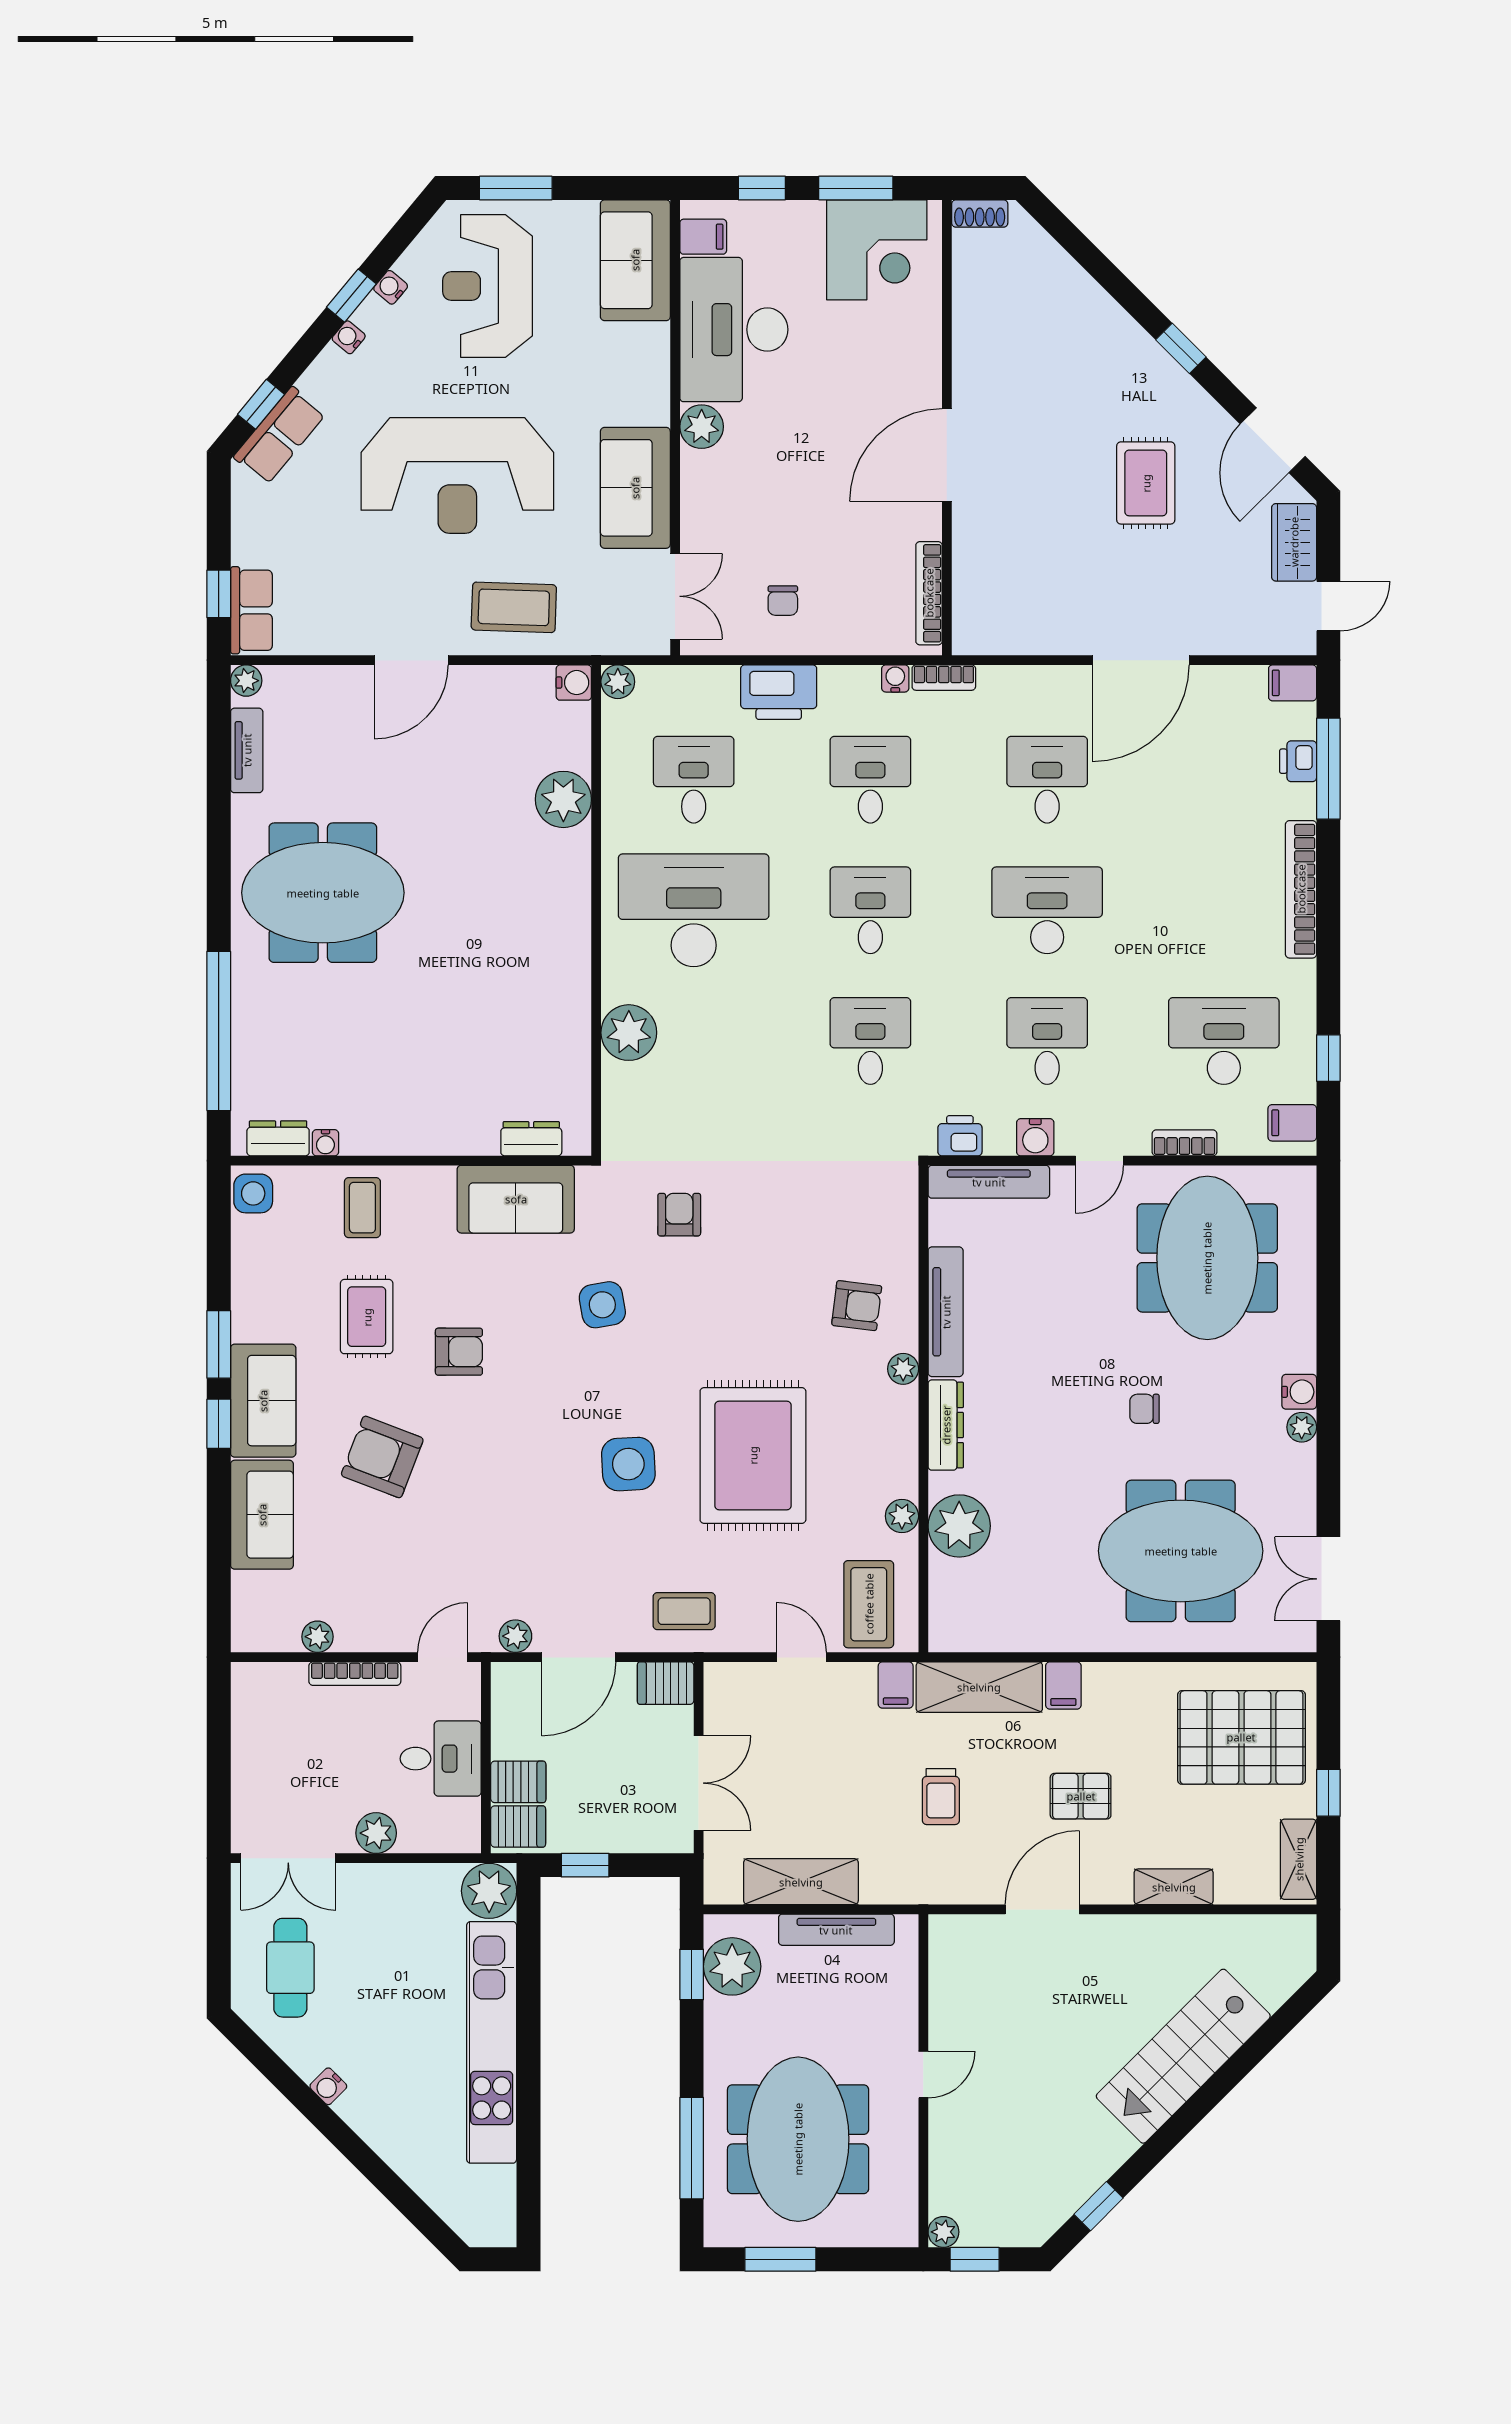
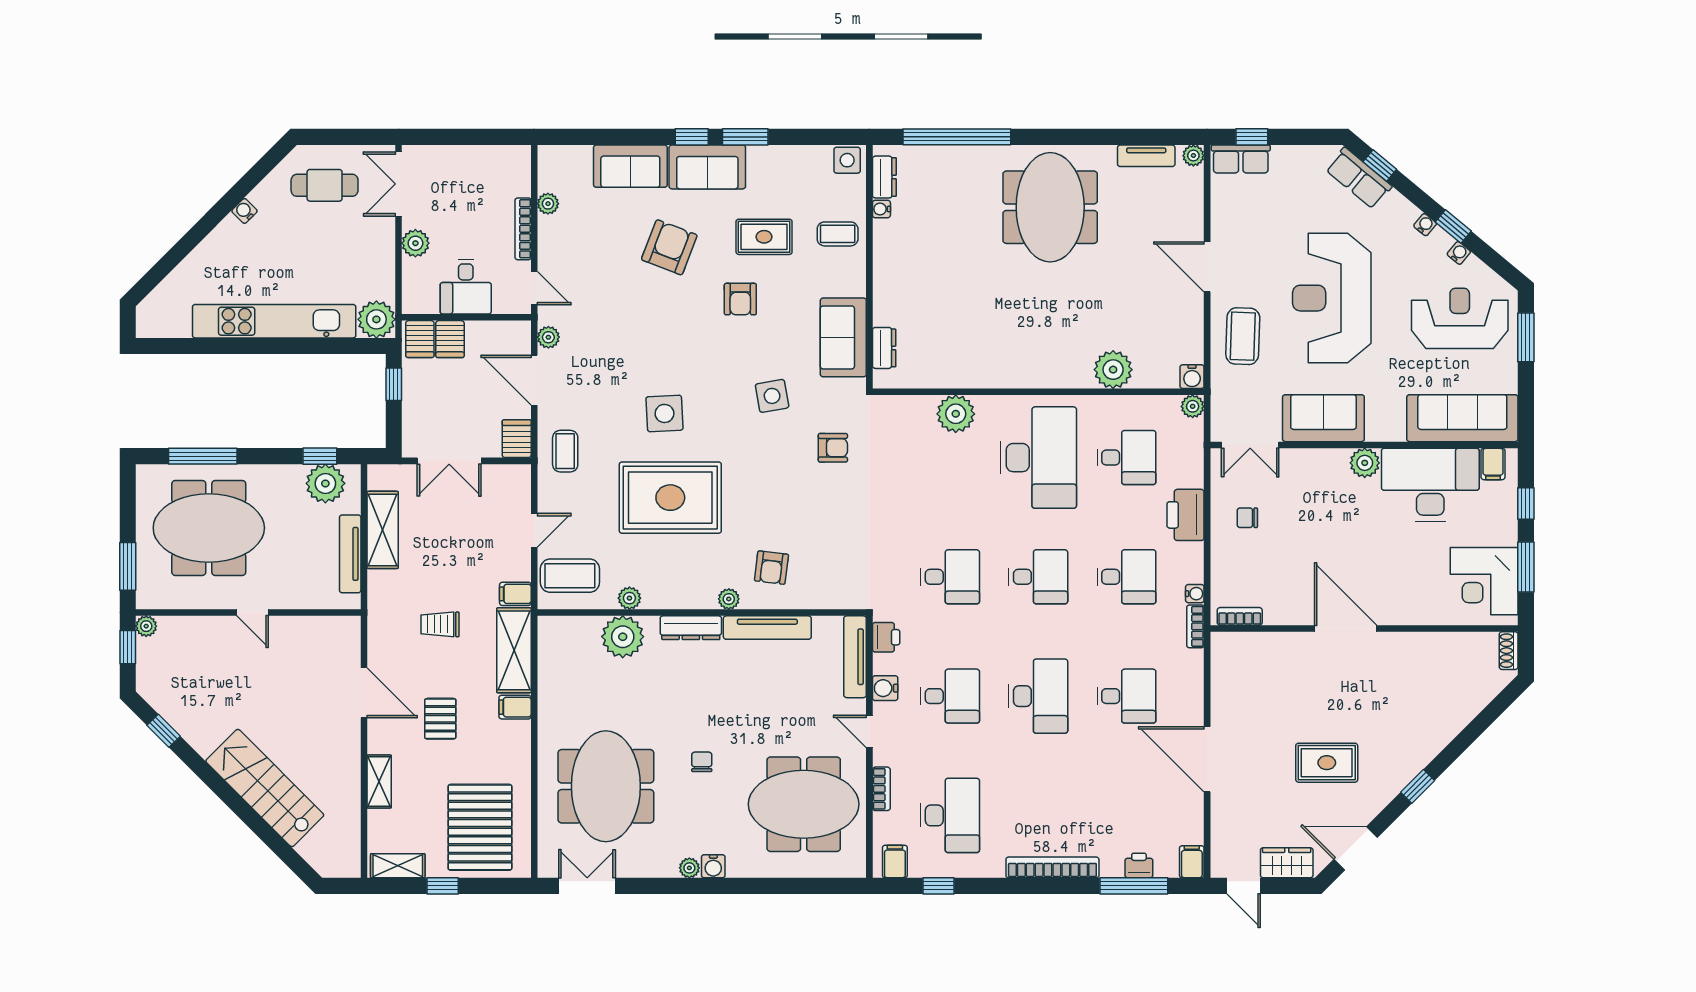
sofa: (635, 260) -> (1462, 418), width x1.36
bookcase: (929, 593) -> (1240, 616), width x0.64
window: (780, 2259) -> (128, 566), moved

